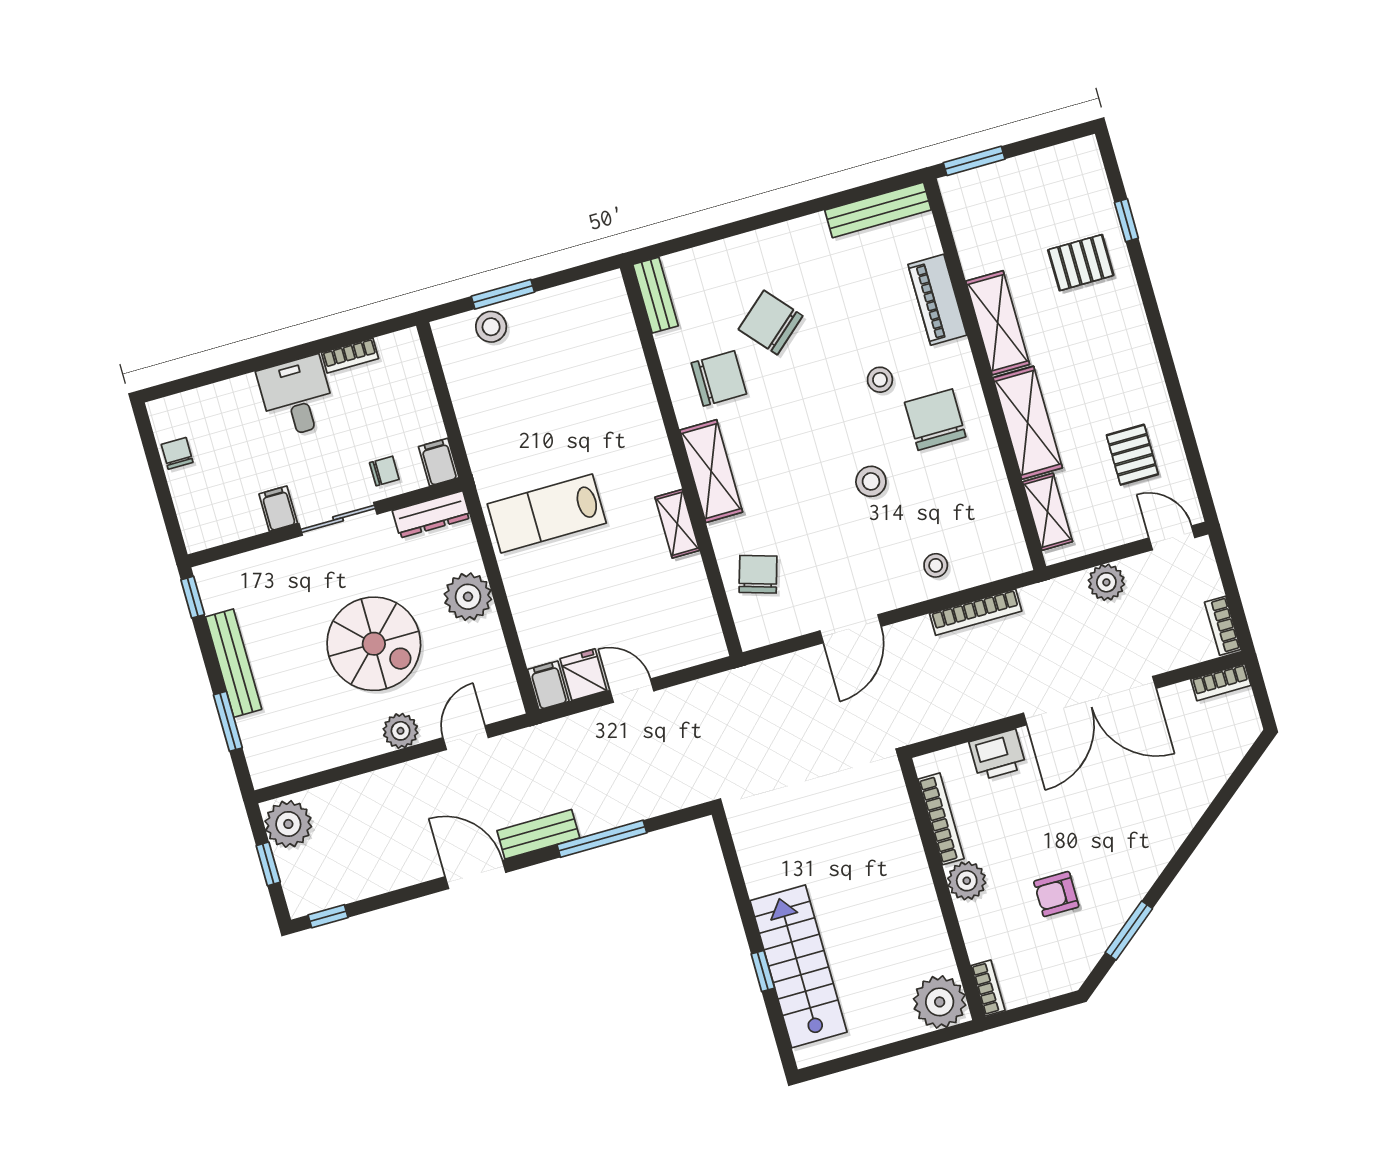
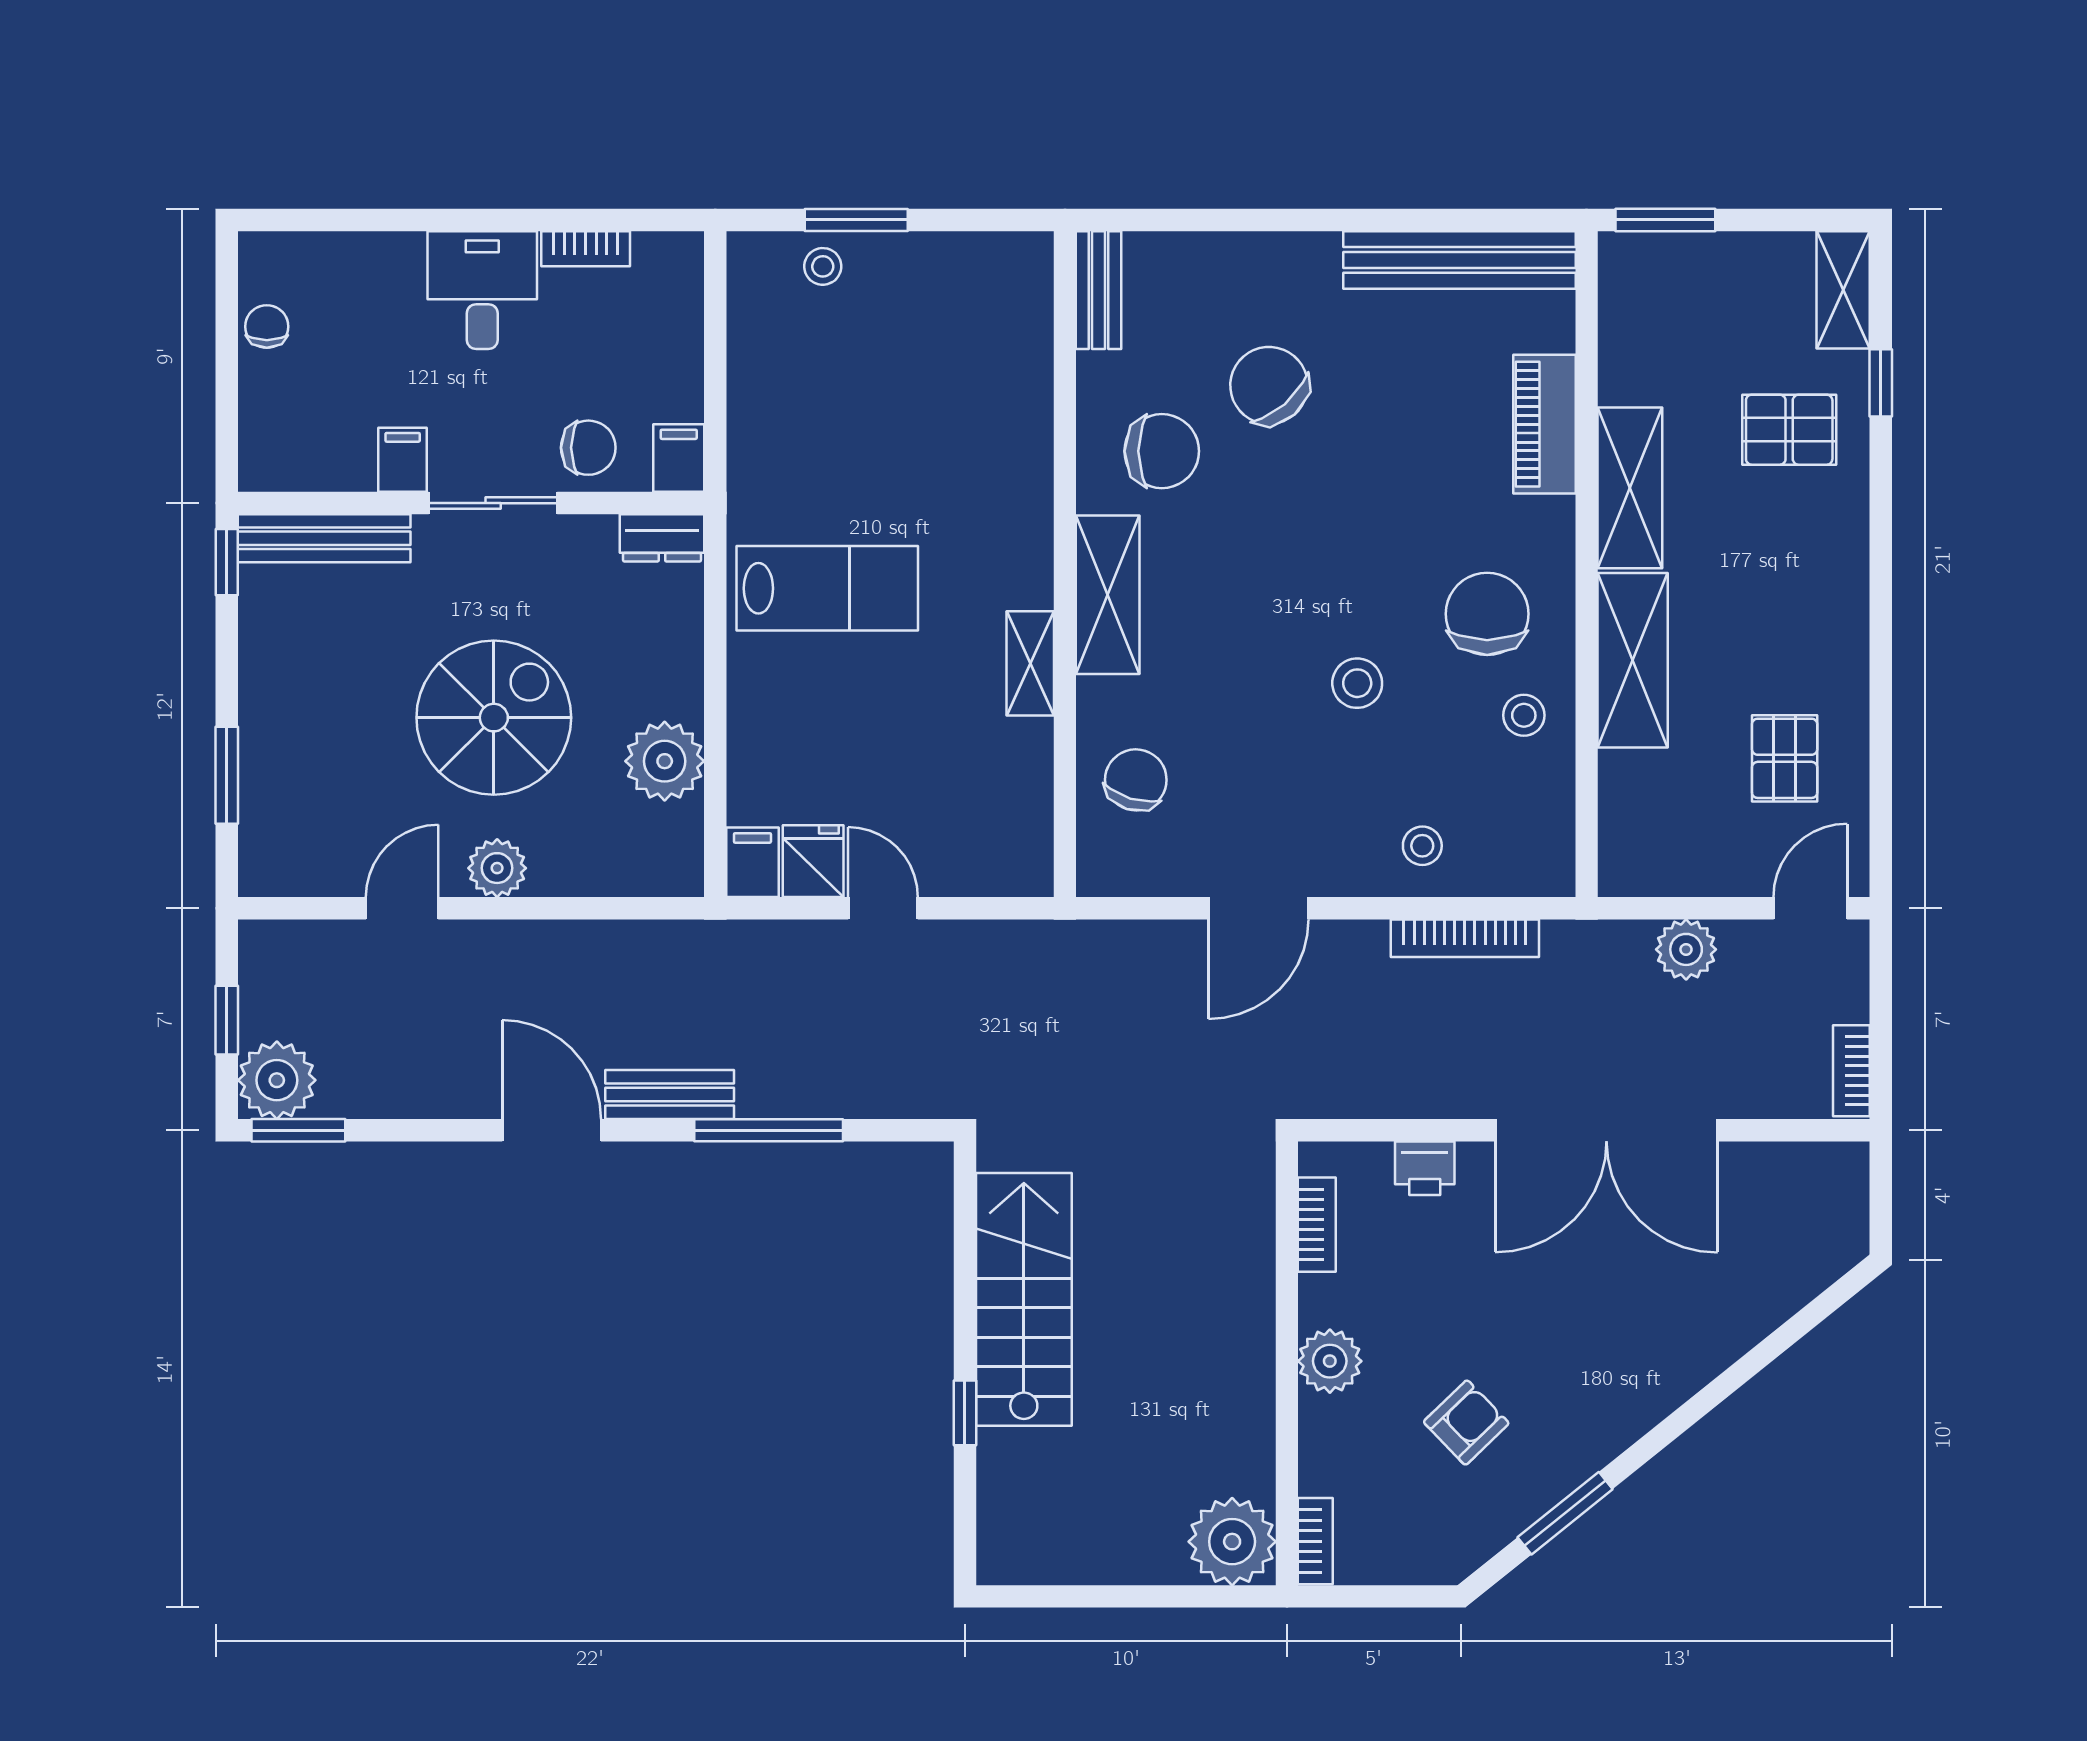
bench: (878, 210) -> (1459, 260), width x1.37, depth x1.21
stool: (491, 327) -> (823, 266), width x0.73, depth x0.73
stool: (880, 380) -> (1524, 715), moved
chair: (384, 471) -> (588, 448), width x1.37, depth x1.37
shelving: (1048, 512) -> (1843, 290), moved
lab bench: (547, 513) -> (827, 588), turned 180
dresser: (431, 514) -> (662, 538), width x0.70
door: (1172, 538) -> (1810, 908), hinge flipped
plant: (468, 597) -> (665, 761), moved
spiral stairs: (374, 644) -> (494, 718), turned -90
bench: (234, 663) -> (324, 538), moved, turned 90
bookcase: (1221, 682) -> (1823, 1160), removed
door: (466, 738) -> (402, 908), moved
printer: (998, 755) -> (1425, 1168), width x0.73, depth x0.81
bookcase: (941, 819) -> (1317, 1225), width x0.64
plant: (288, 824) -> (277, 1080), moved
armchair: (1056, 894) -> (1466, 1423), turned 136
window: (328, 916) -> (298, 1130), width x1.50
stairs: (799, 966) -> (1024, 1299), moved

